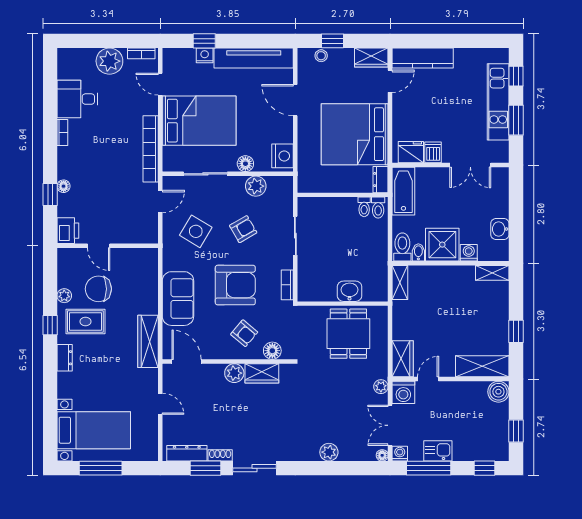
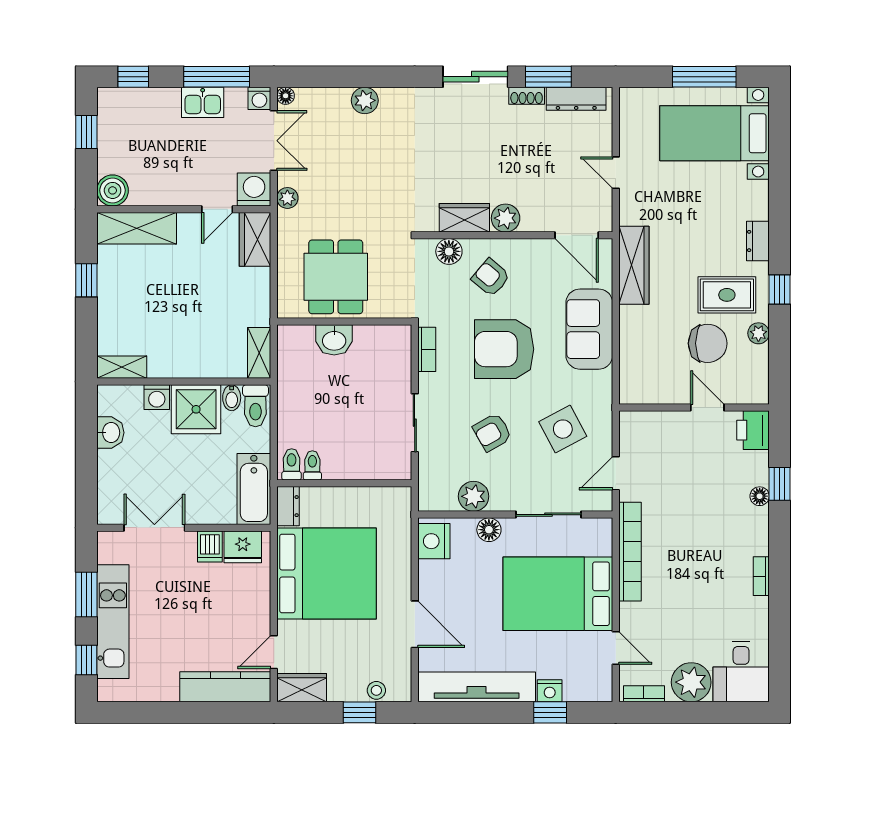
desk: (77, 99) -> (741, 672), moved, turned 90
side table: (196, 231) -> (563, 429), turned 31

